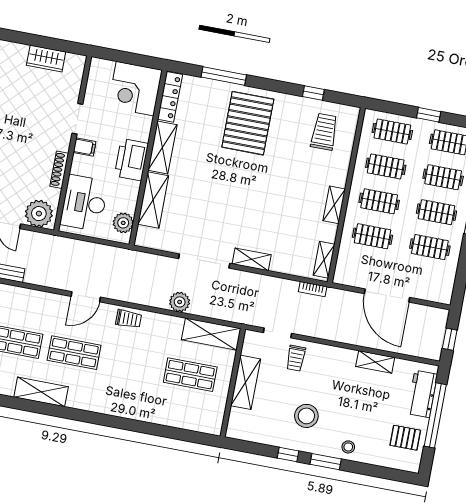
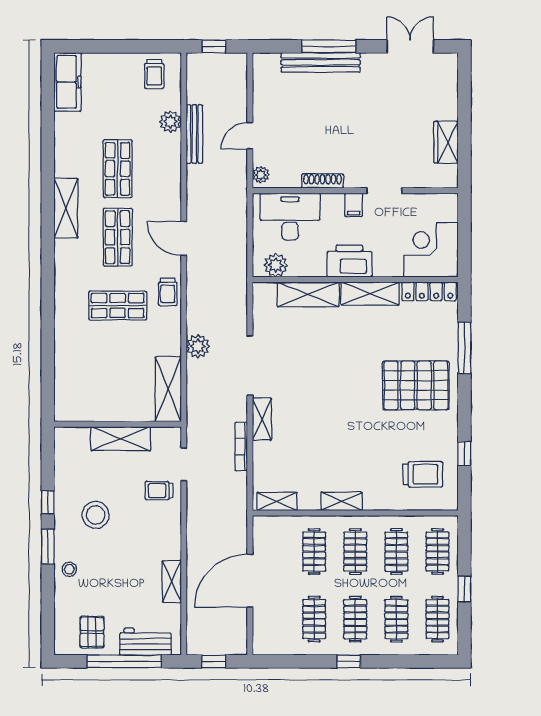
plant: (39, 214) -> (261, 175), width x0.53, depth x0.53
bookcase: (313, 289) -> (241, 447), moved, width x1.56
shop shelf: (190, 375) -> (118, 306), moved, turned 90

